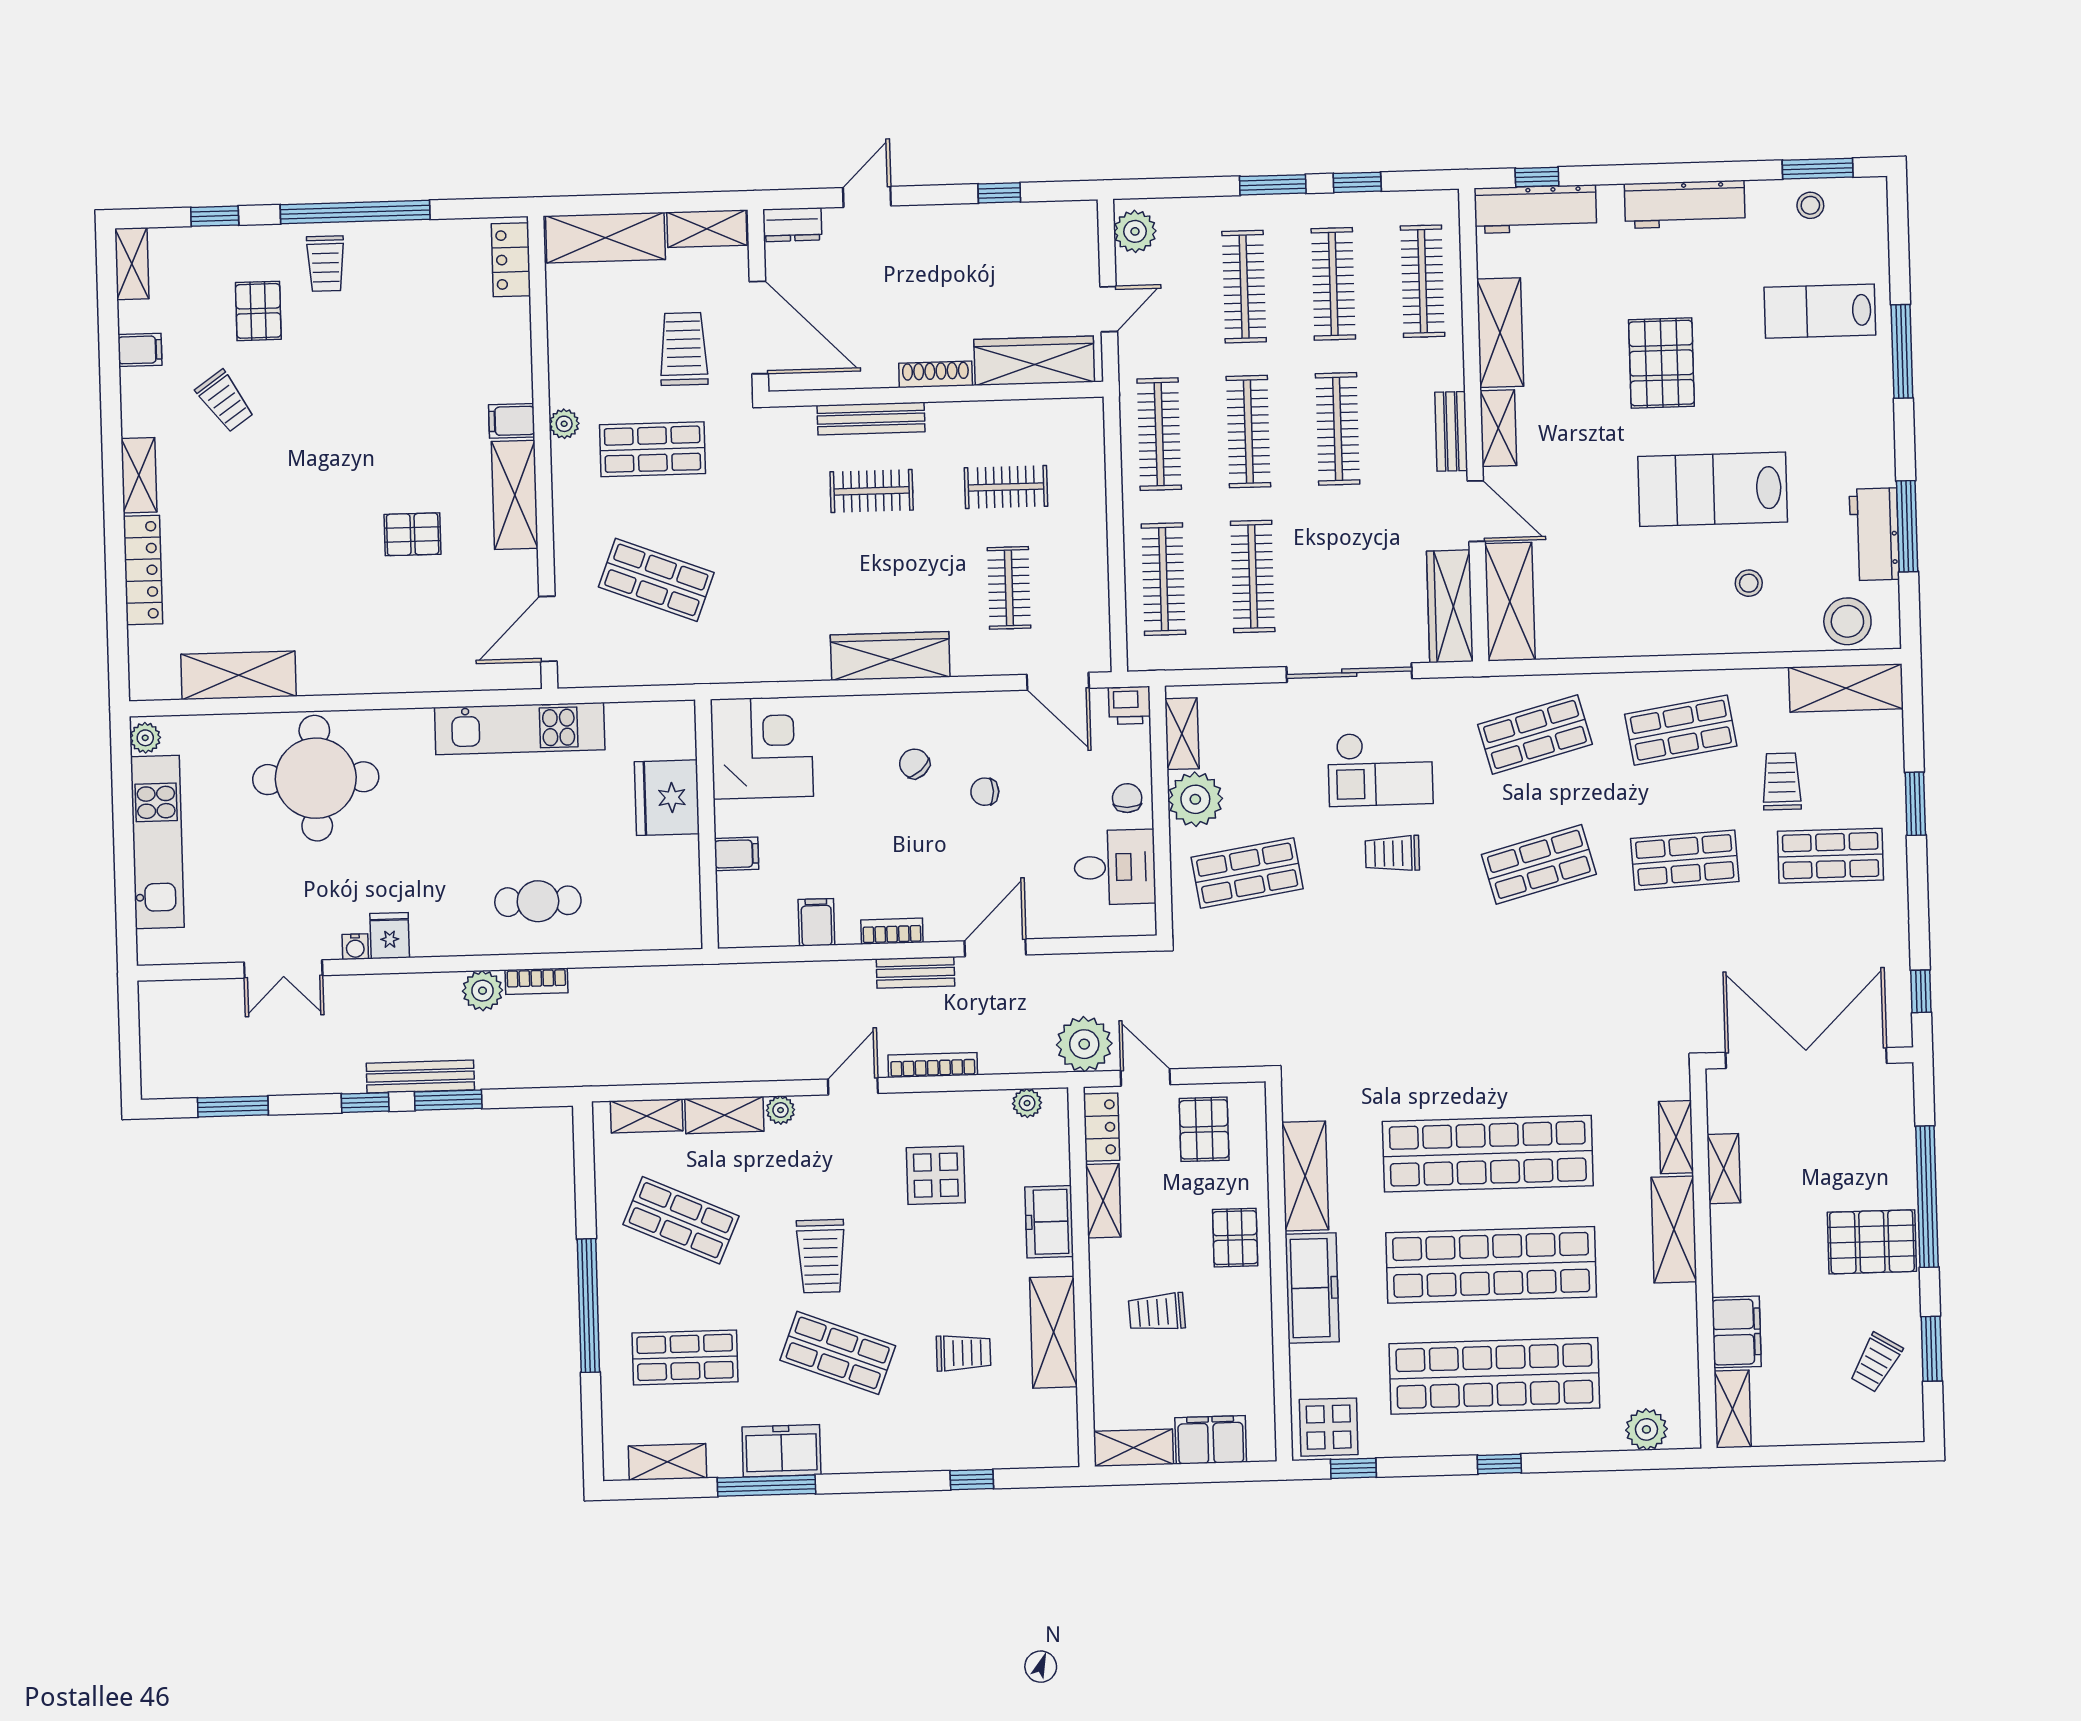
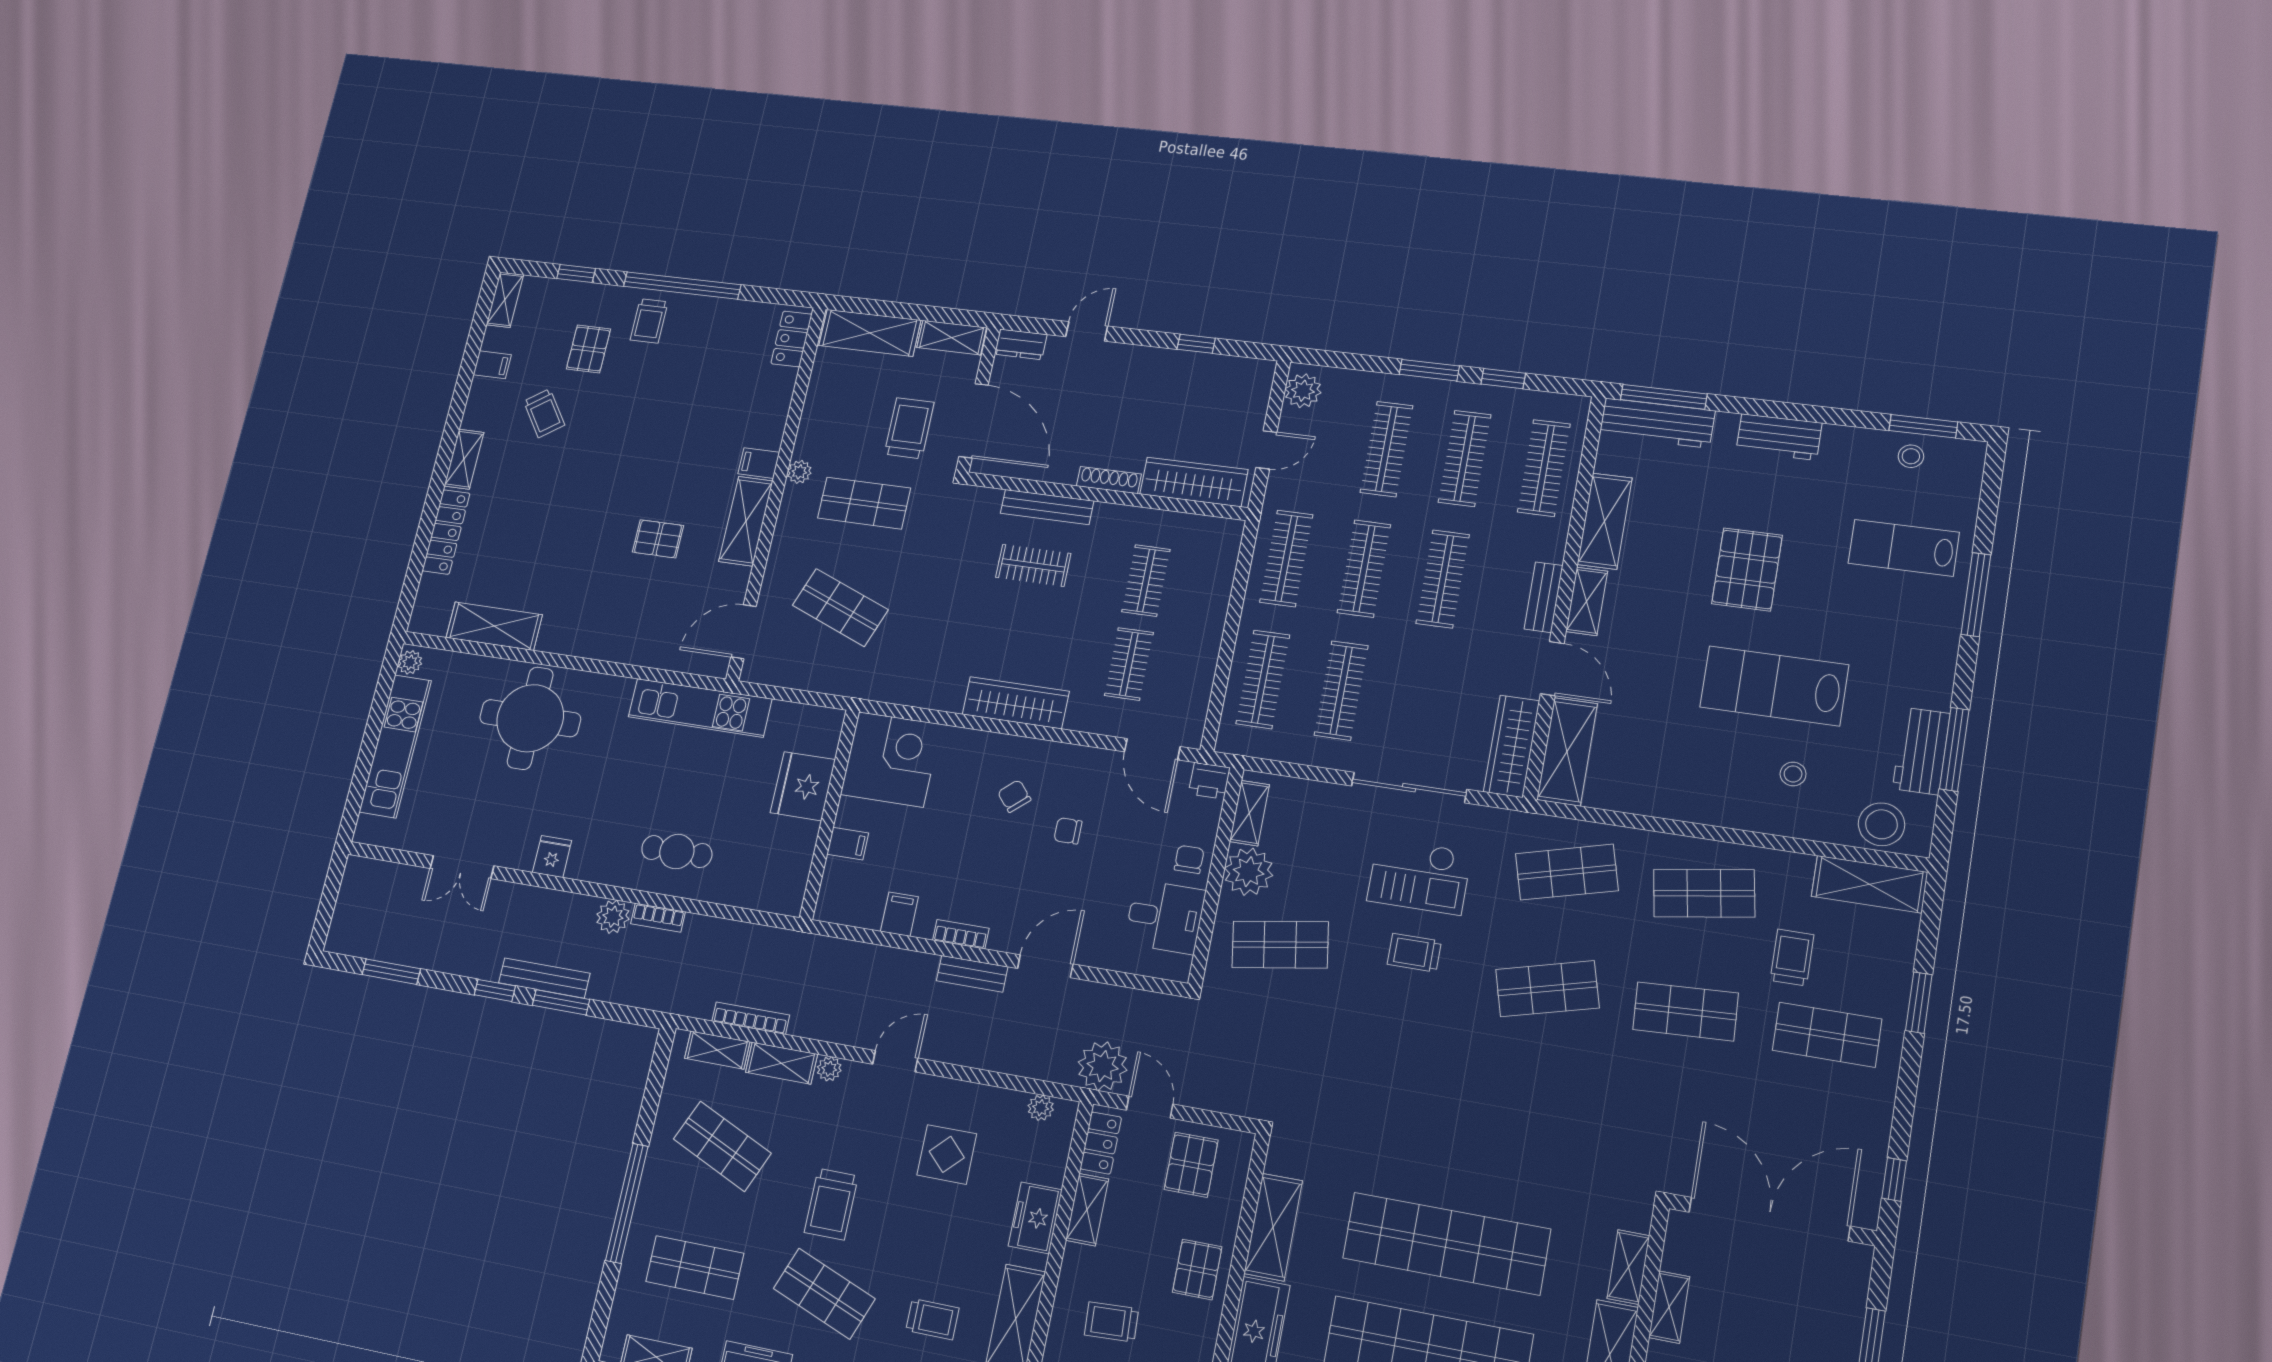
window: (1537, 177) -> (1664, 397), width x2.17
workbench: (1685, 204) -> (1779, 437), width x0.73
clothes rail: (1006, 487) -> (1146, 581), turned 90
water cooler: (355, 947) -> (523, 860), removed
bookcase: (933, 1065) -> (751, 1018), moved

